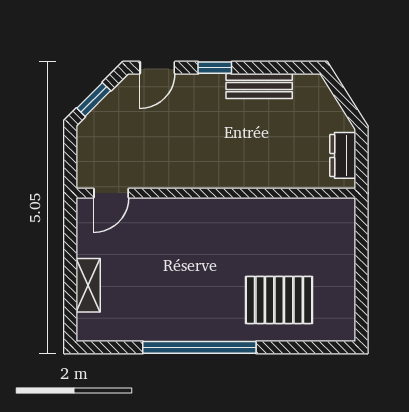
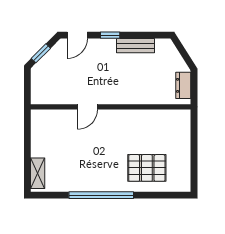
door: (111, 193) -> (87, 107), moved
shelving: (88, 285) -> (38, 173), moved

